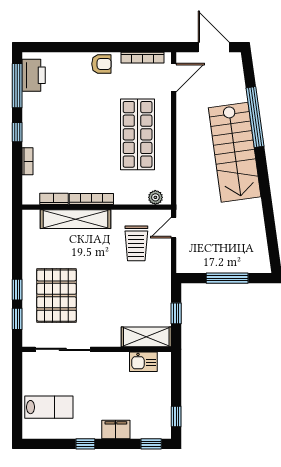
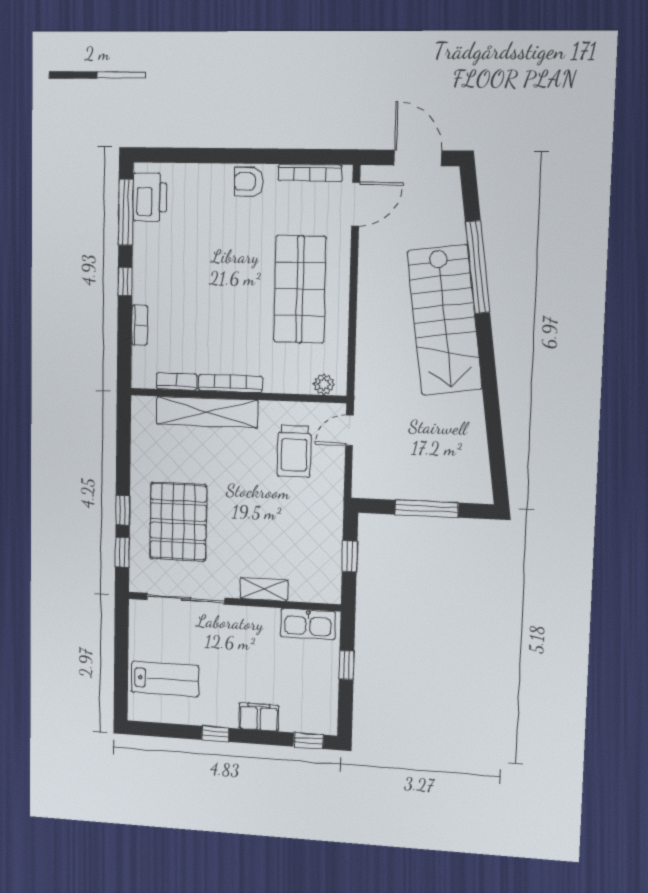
armchair: (101, 64) -> (249, 182), turned 180
shelving: (146, 337) -> (264, 589), moved, width x0.67, depth x0.75
kitchen sink: (143, 362) -> (308, 624), width x1.38
window: (176, 416) -> (347, 665), moved

